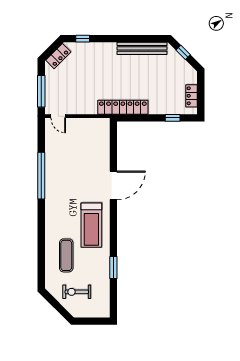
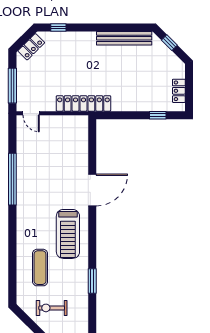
locker: (123, 107) -> (83, 103), moved

